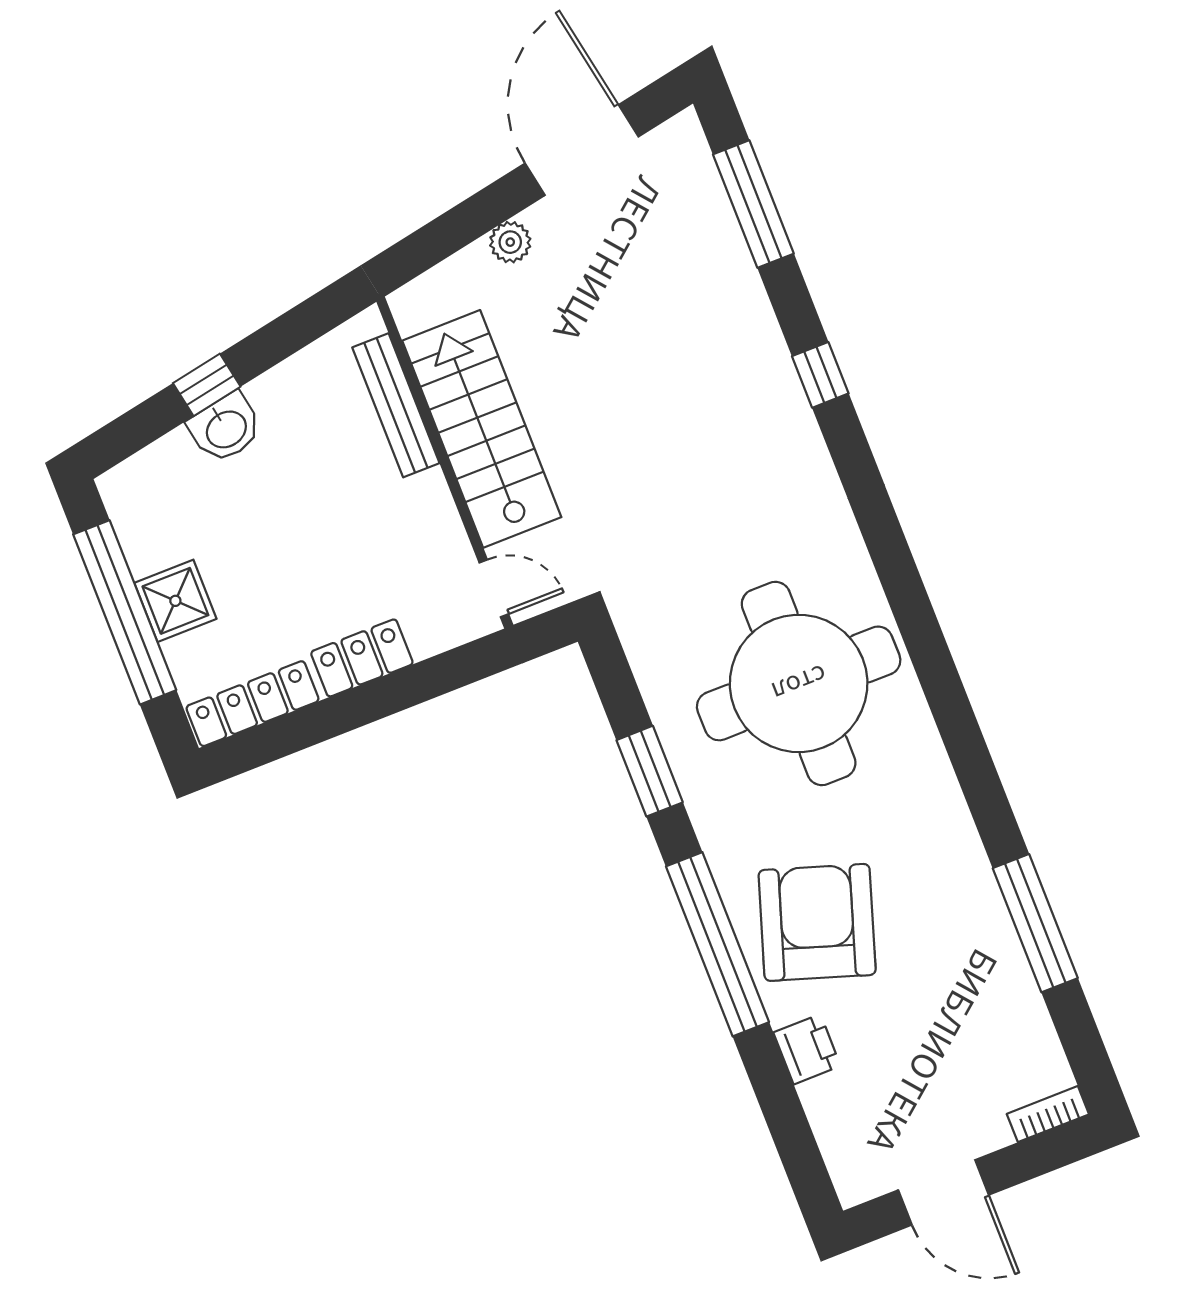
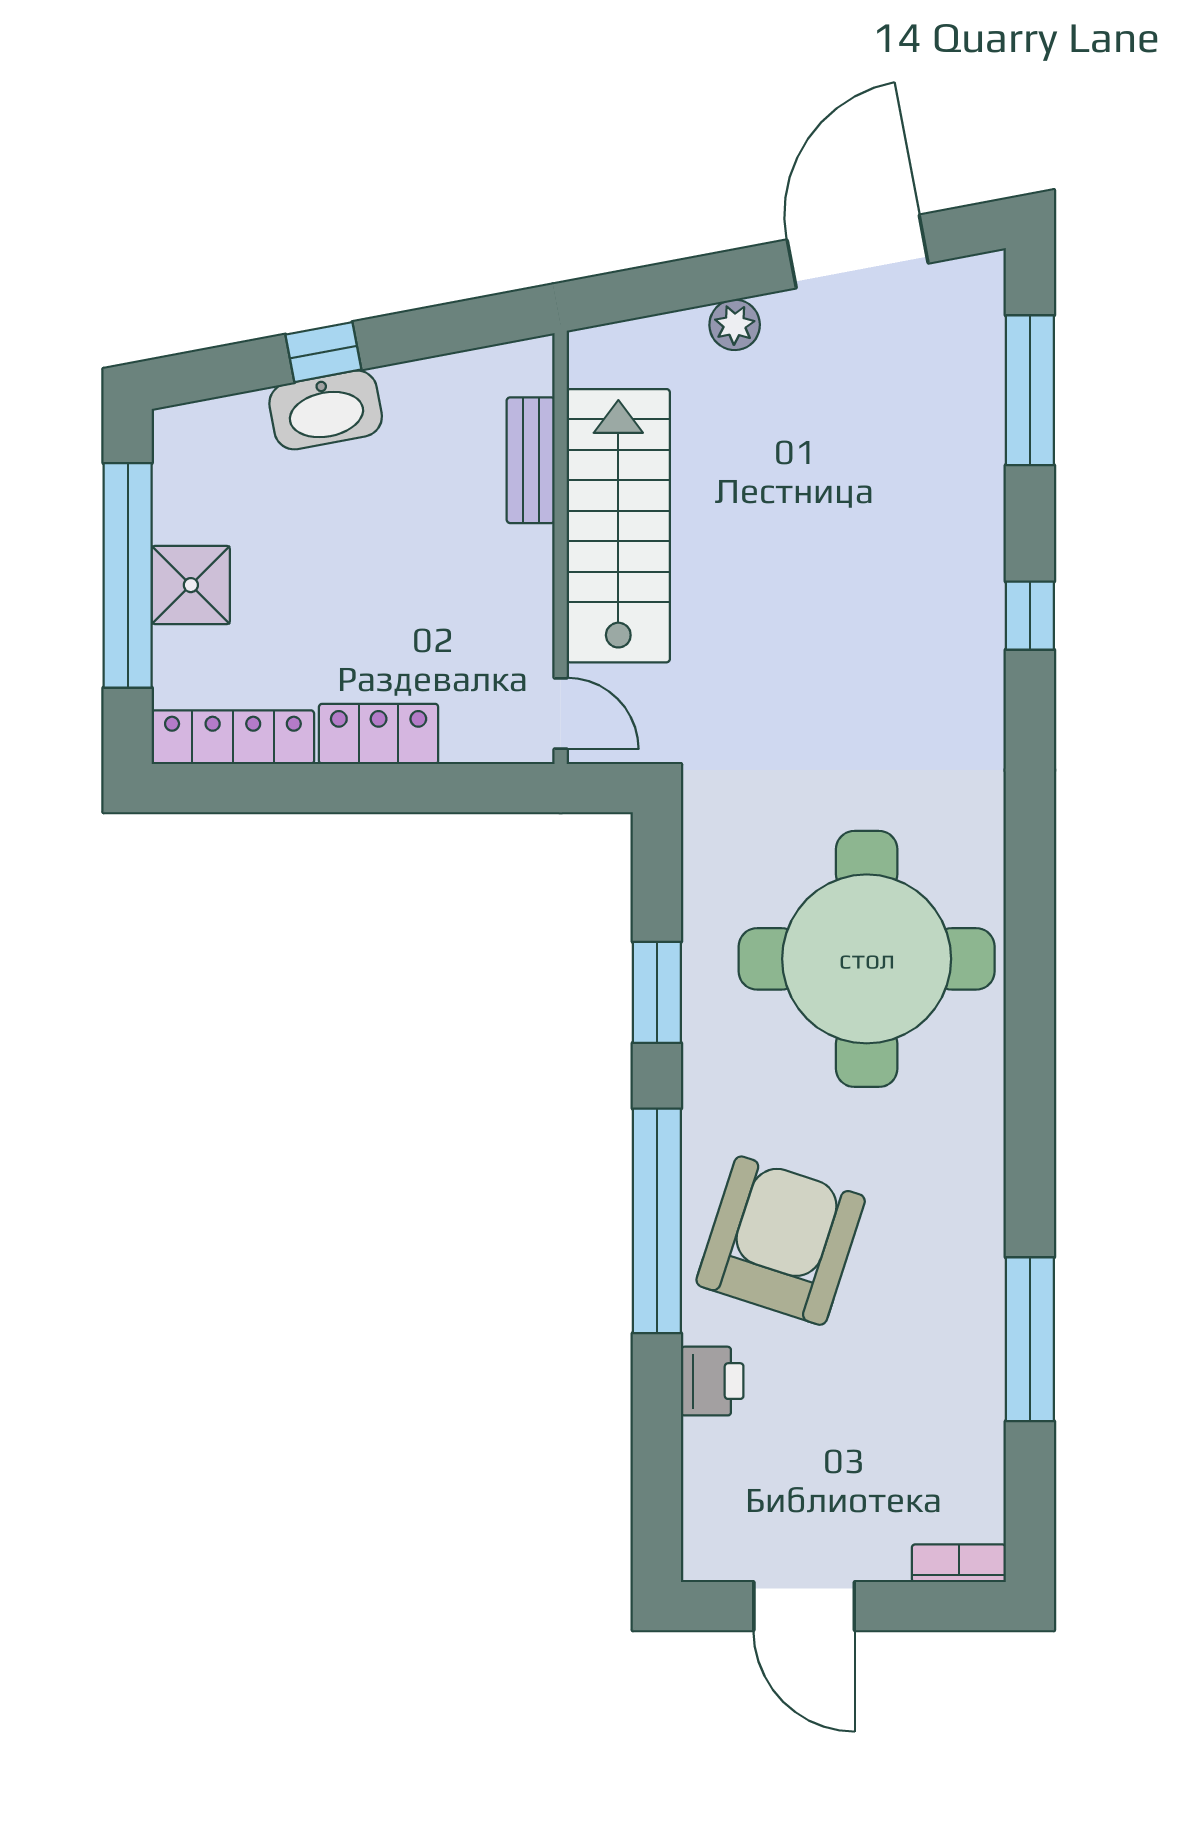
bench: (396, 405) -> (531, 460), width x0.73
washbasin: (226, 428) -> (326, 410), width x1.38

